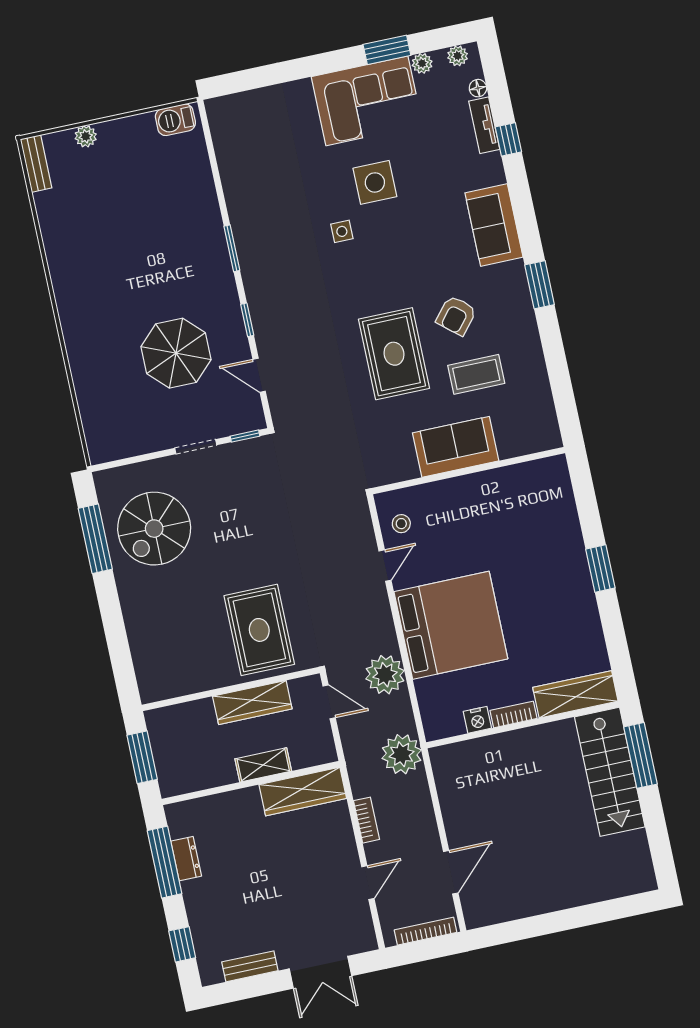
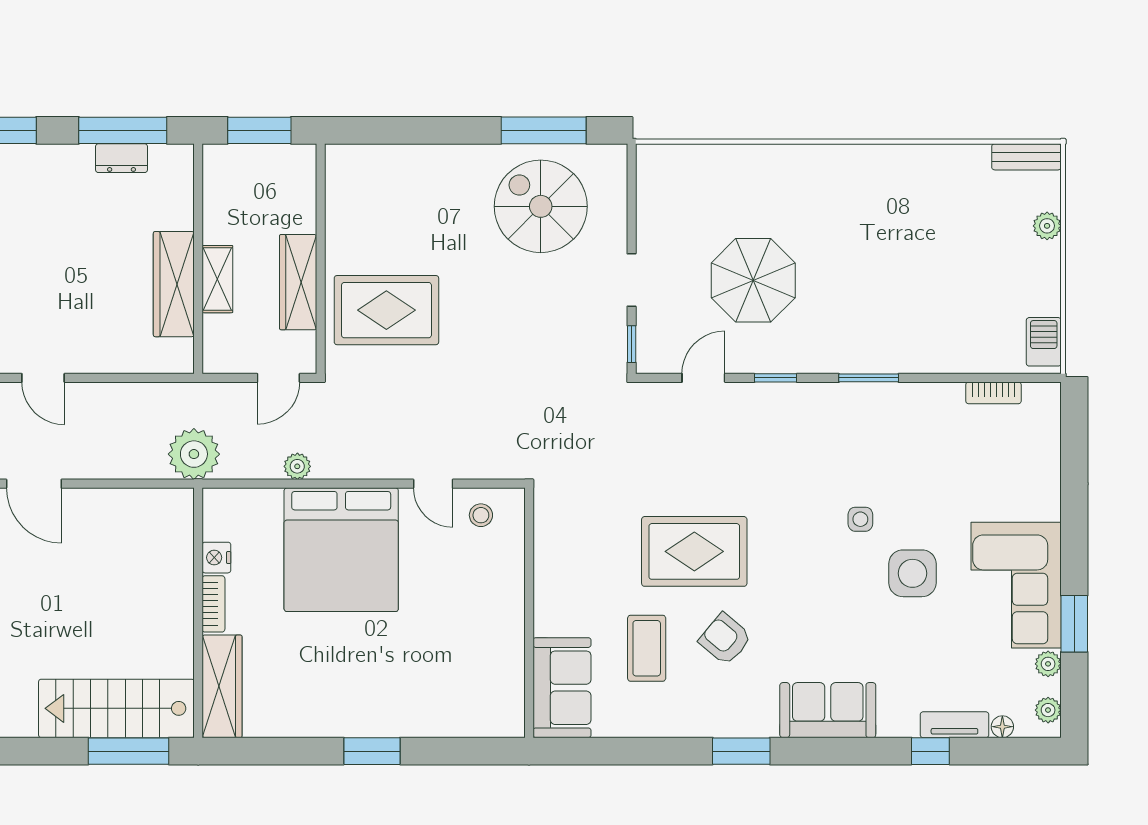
sofa: (456, 447) -> (562, 688), moved
plant: (385, 675) -> (297, 466), width x0.53, depth x0.53
wardrobe: (303, 792) -> (174, 284), moved
bookcase: (367, 820) -> (993, 393), moved

